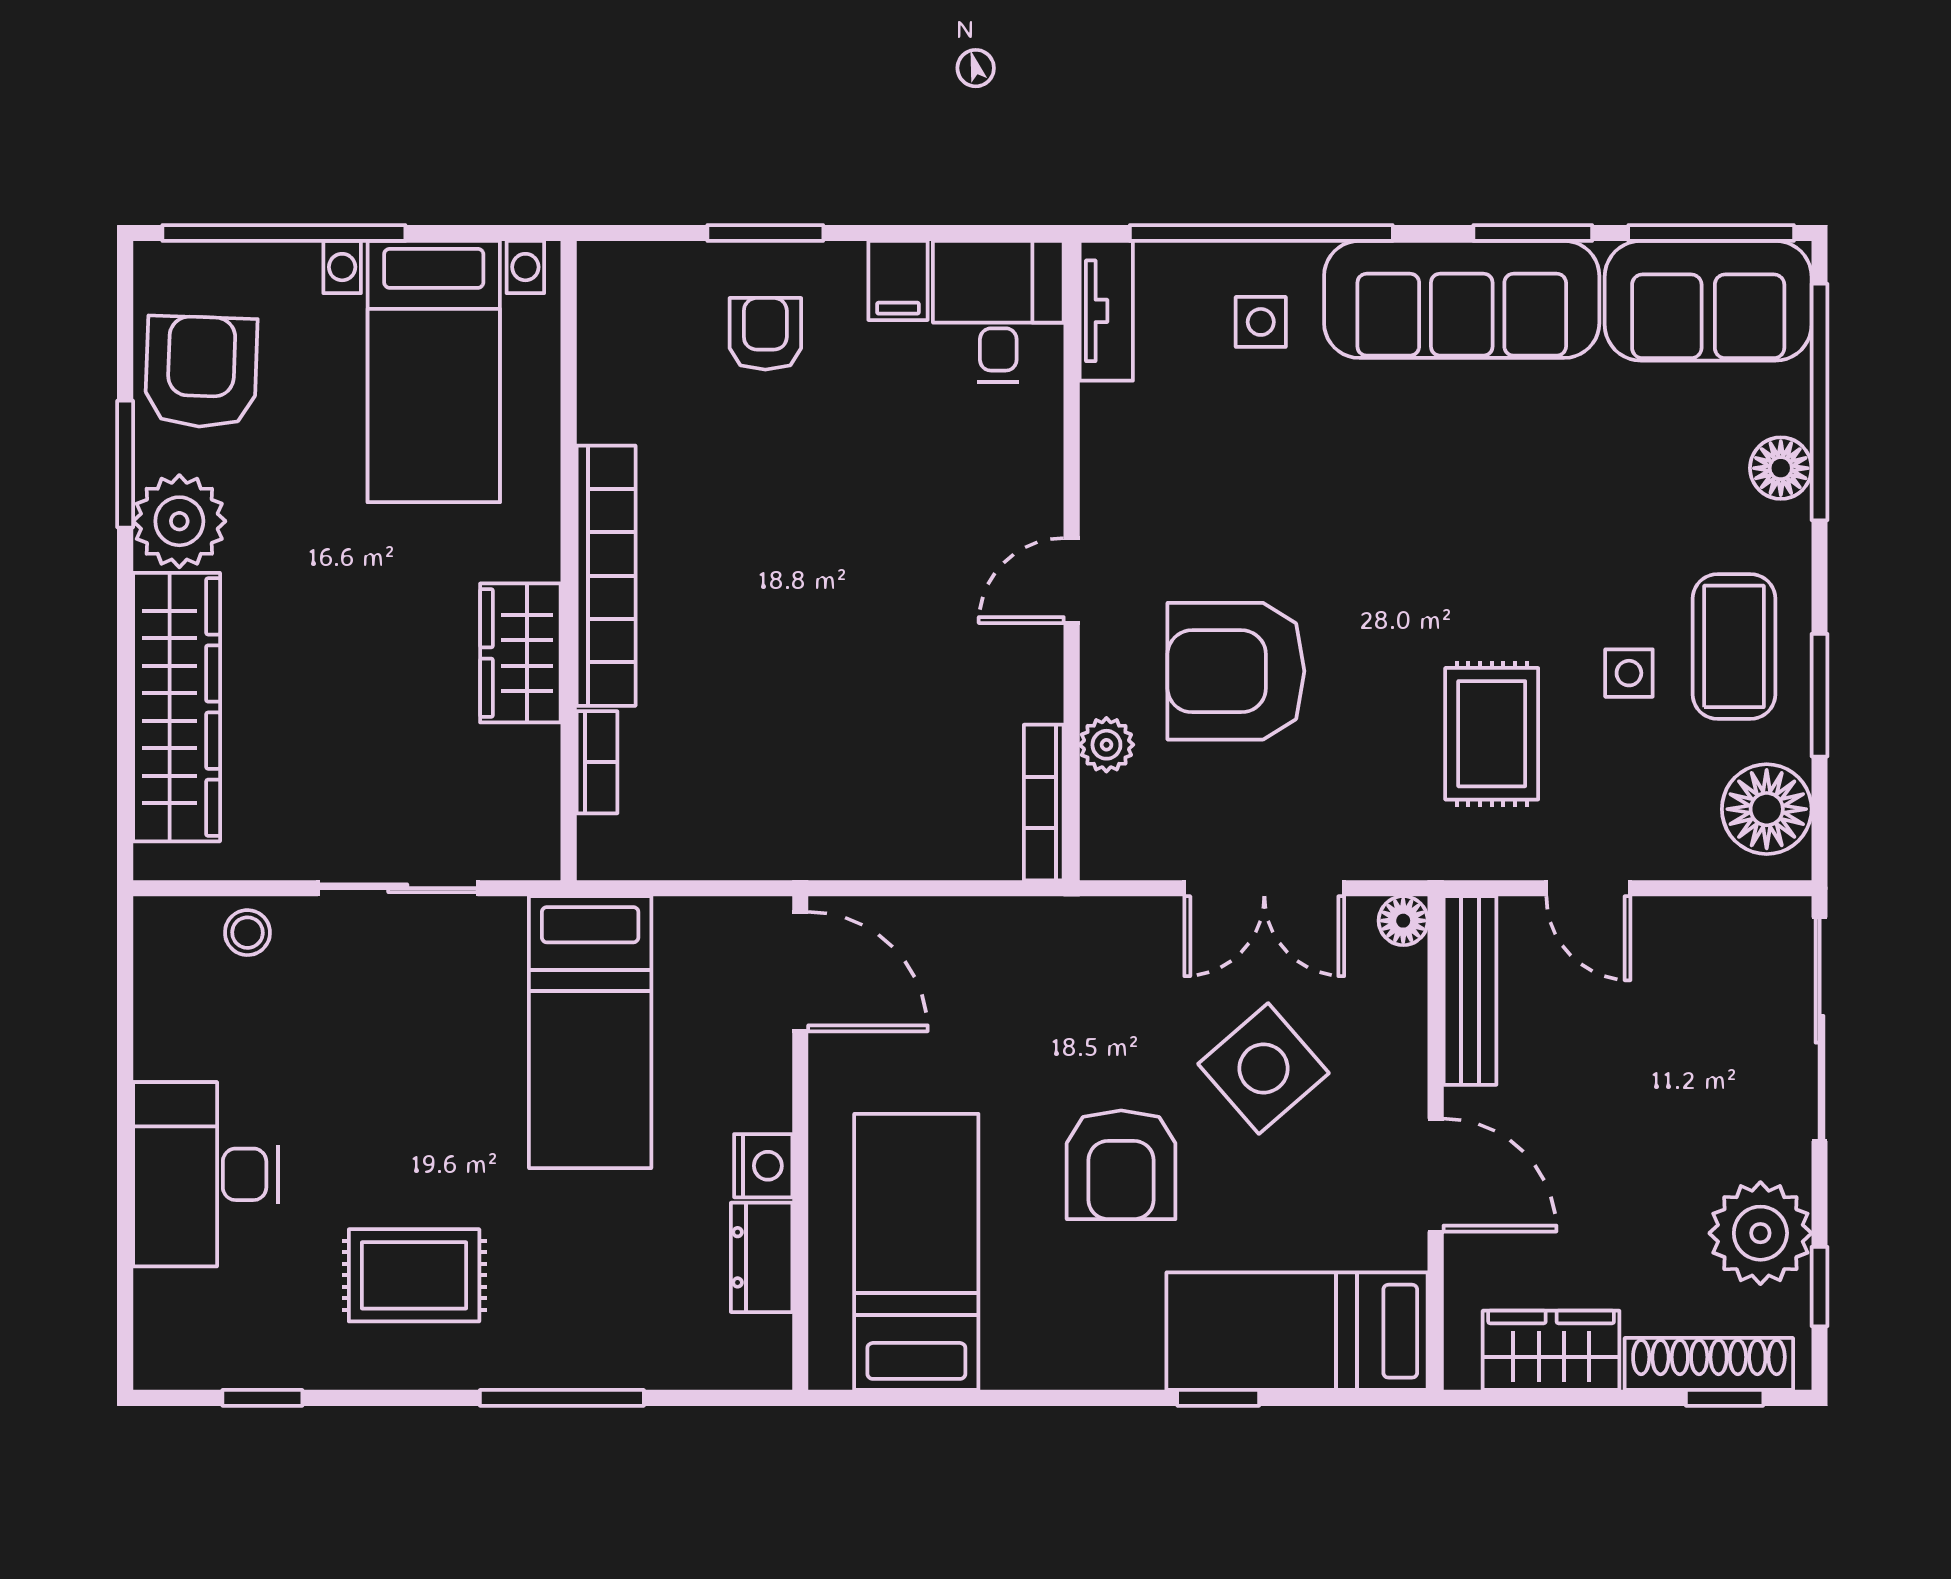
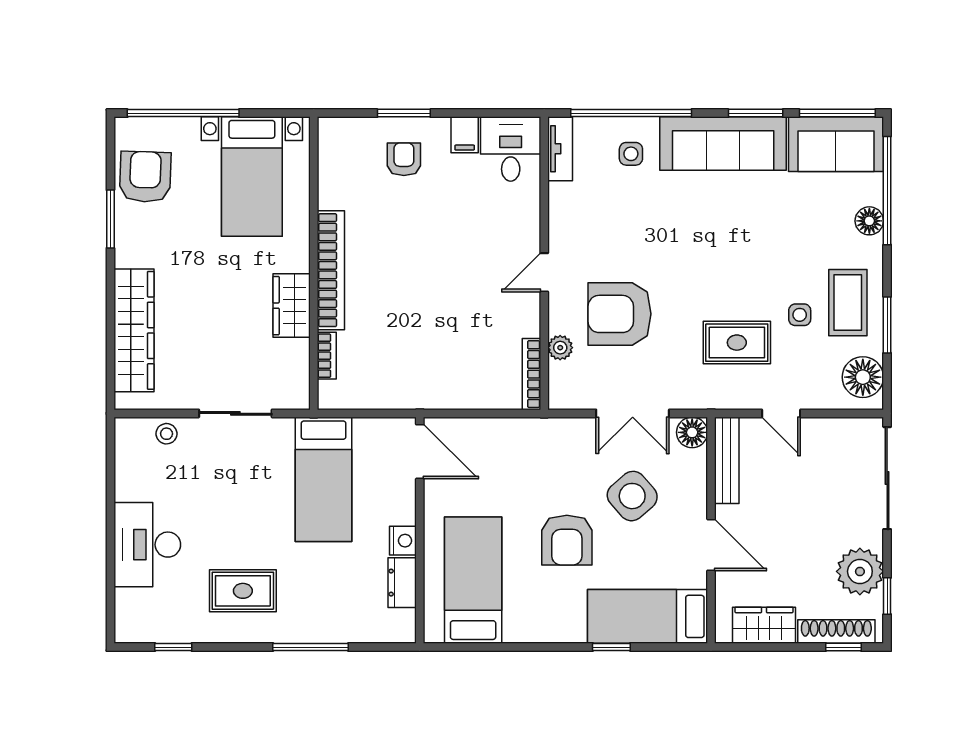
plant: (179, 521) -> (135, 245), removed
rug: (1492, 734) -> (737, 343), turned 90
floor lamp: (1403, 921) -> (692, 432), width x1.37, depth x1.37

